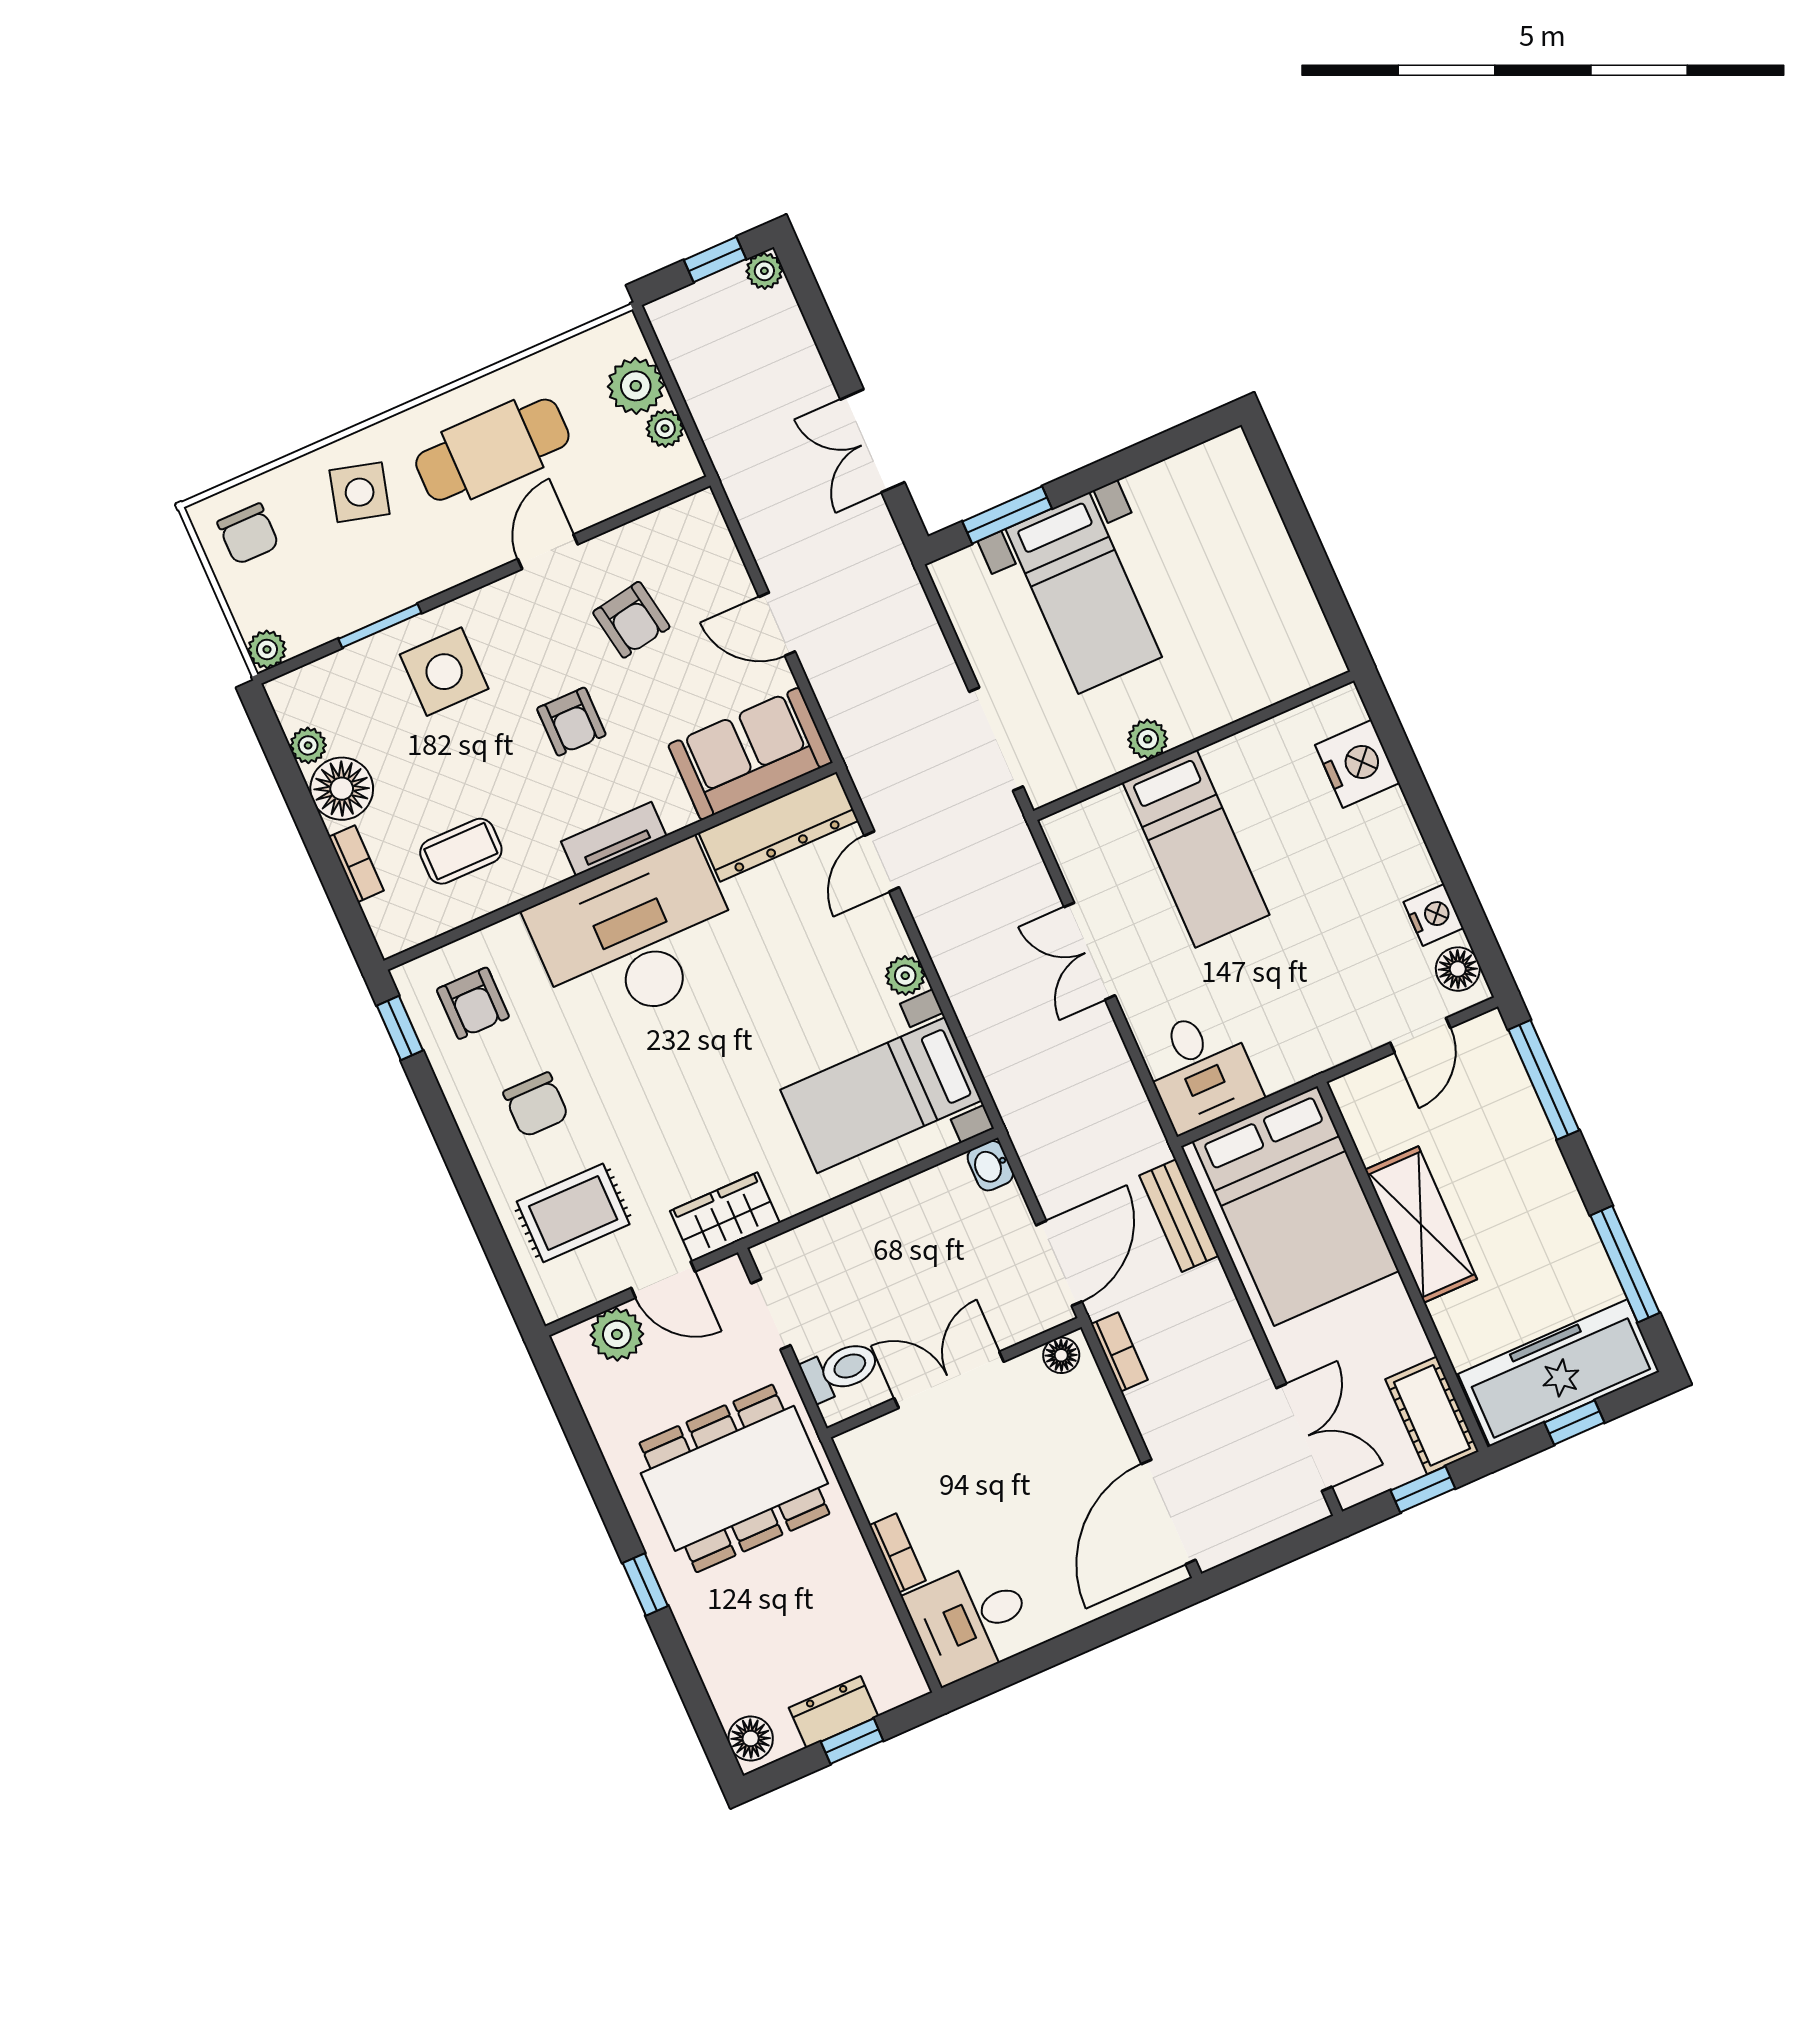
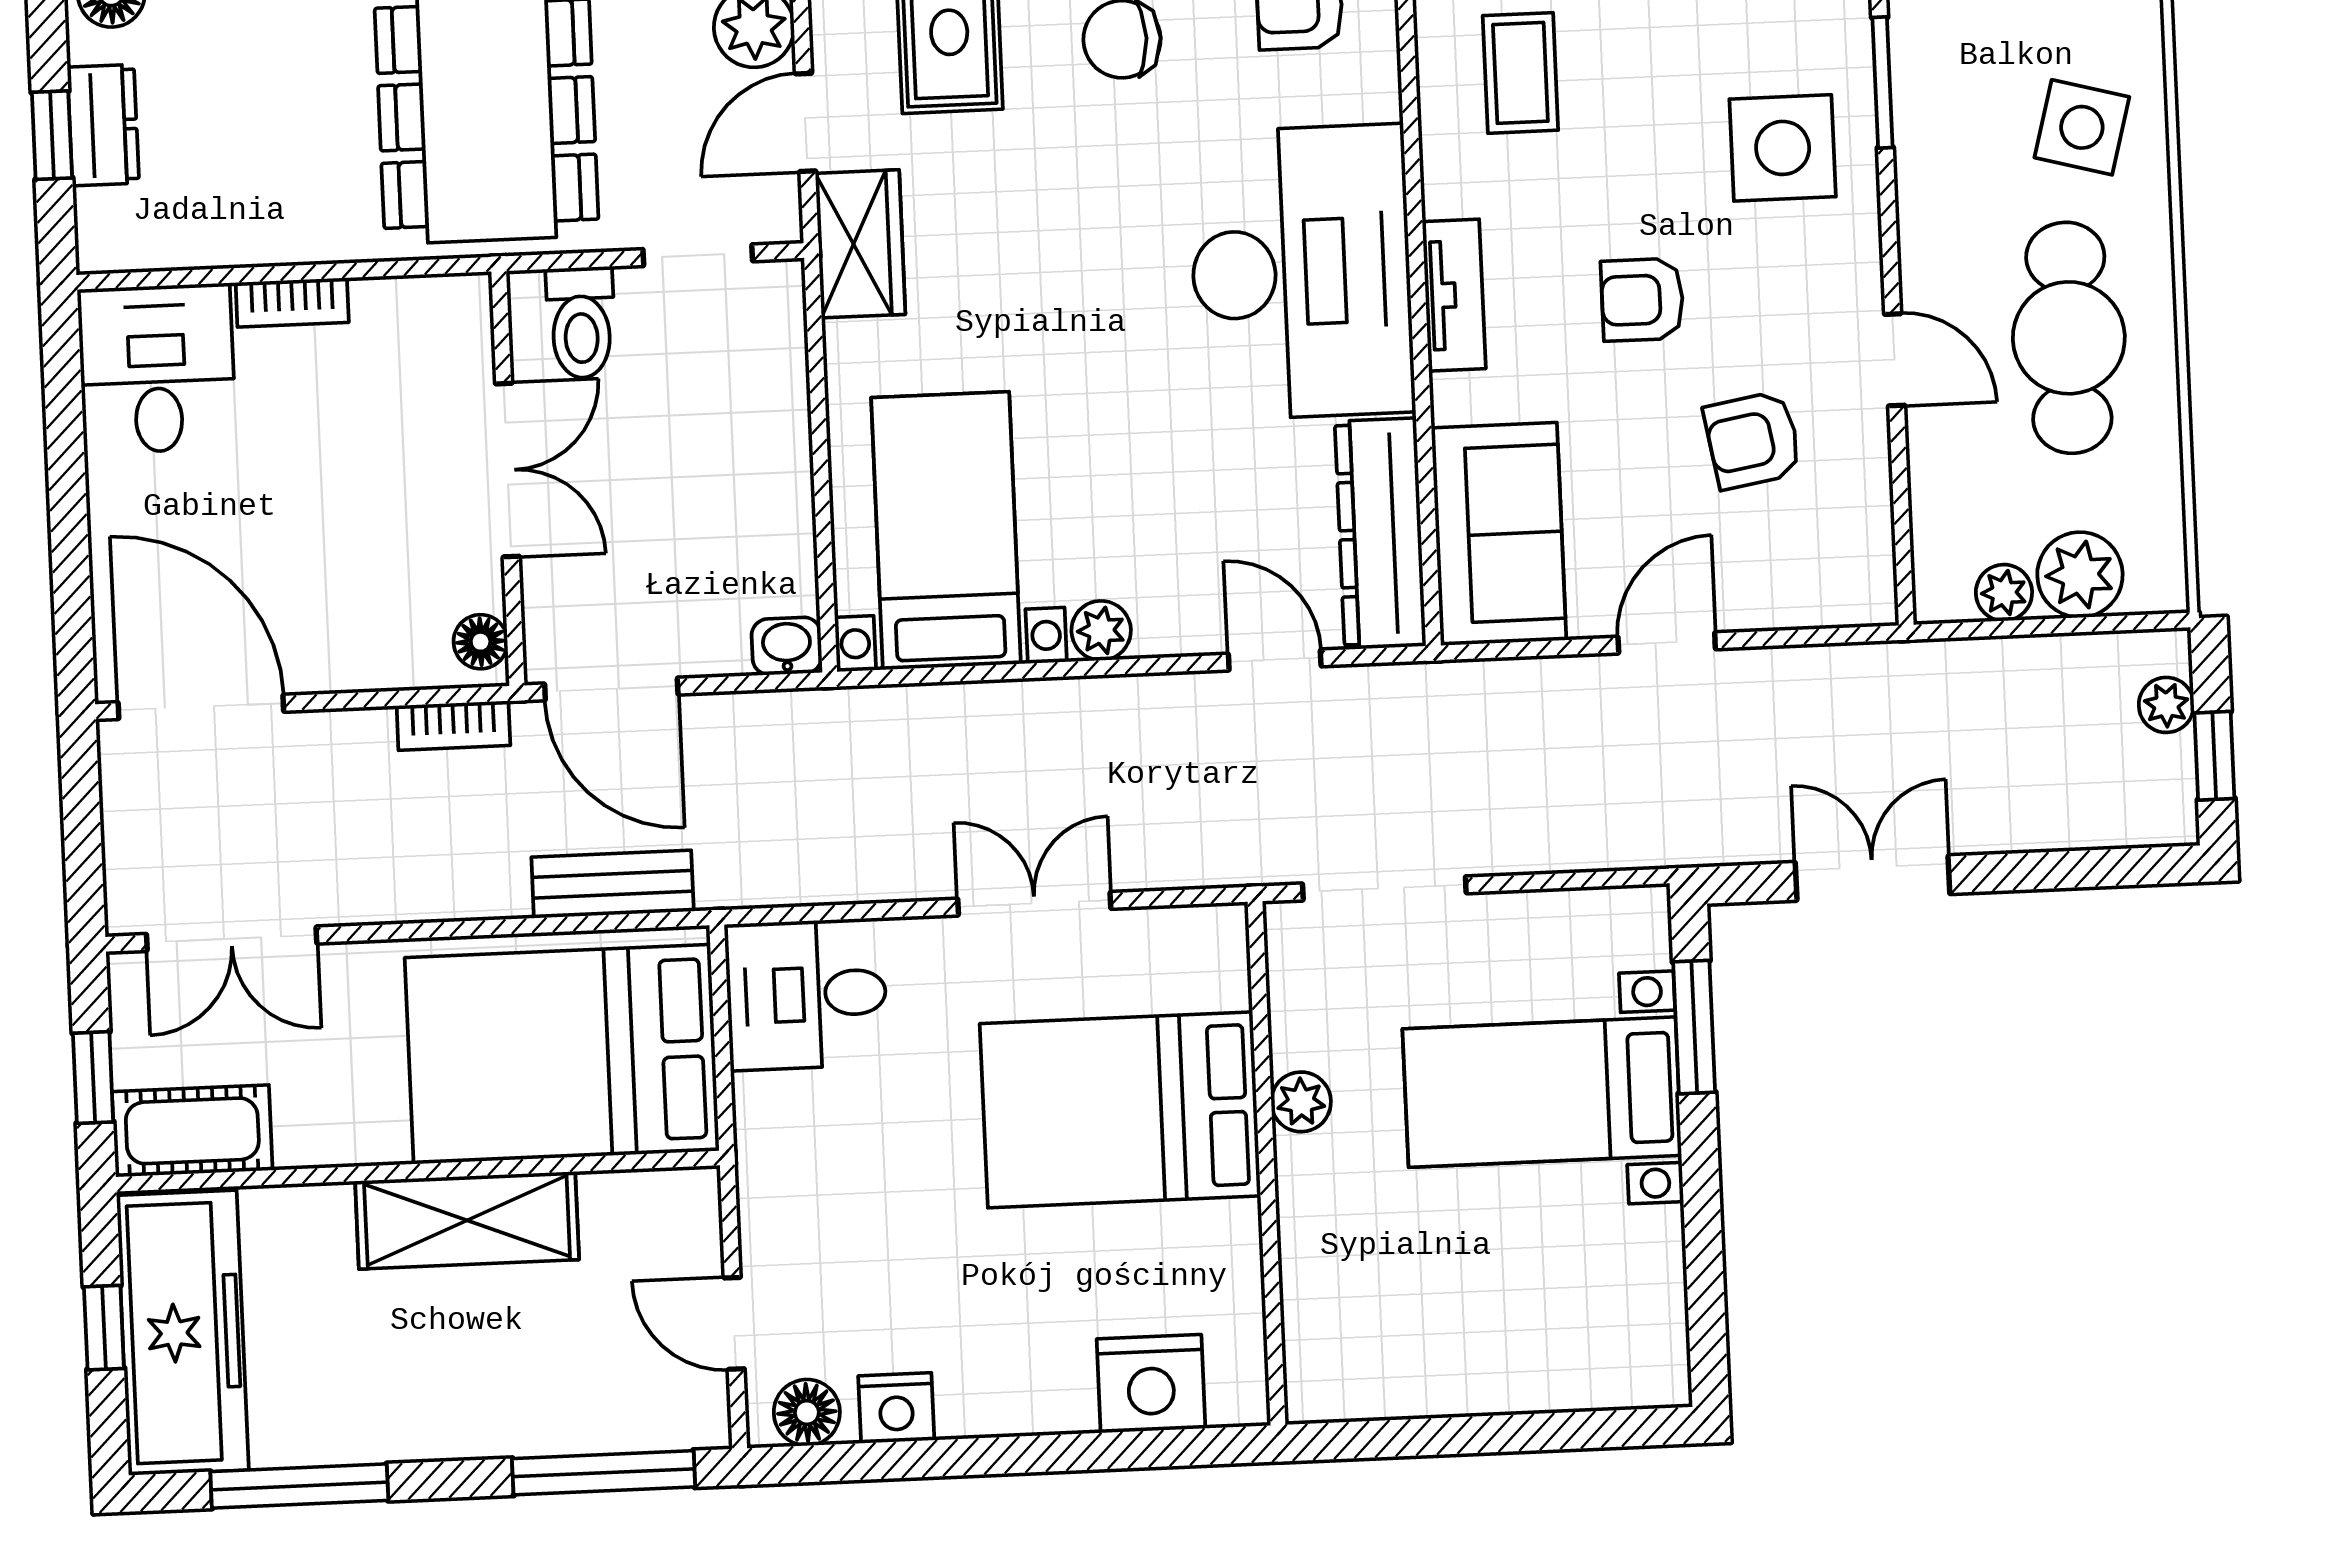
plant: (764, 271) -> (2166, 705), moved
bed: (1196, 849) -> (1120, 1110), width x1.50

